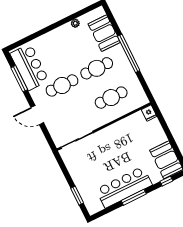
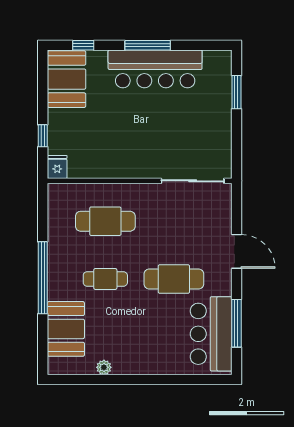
cafe table: (97, 68) -> (105, 279), width x0.73, depth x0.74
window: (164, 125) -> (43, 136), added

